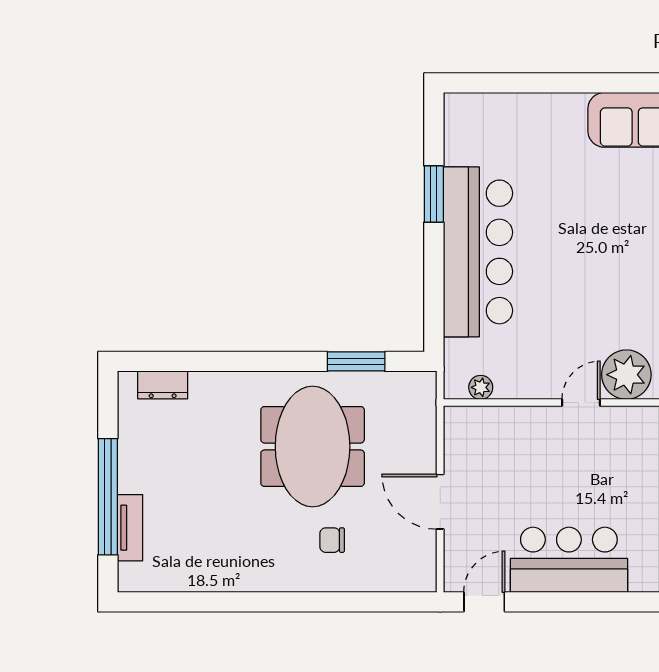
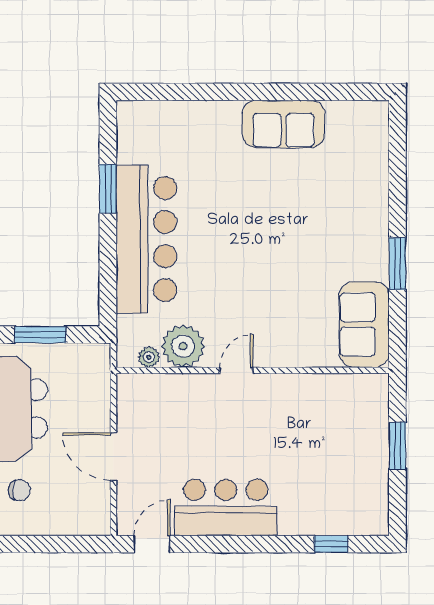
plant: (626, 375) -> (183, 346), moved
chair: (332, 540) -> (19, 490), turned 180

